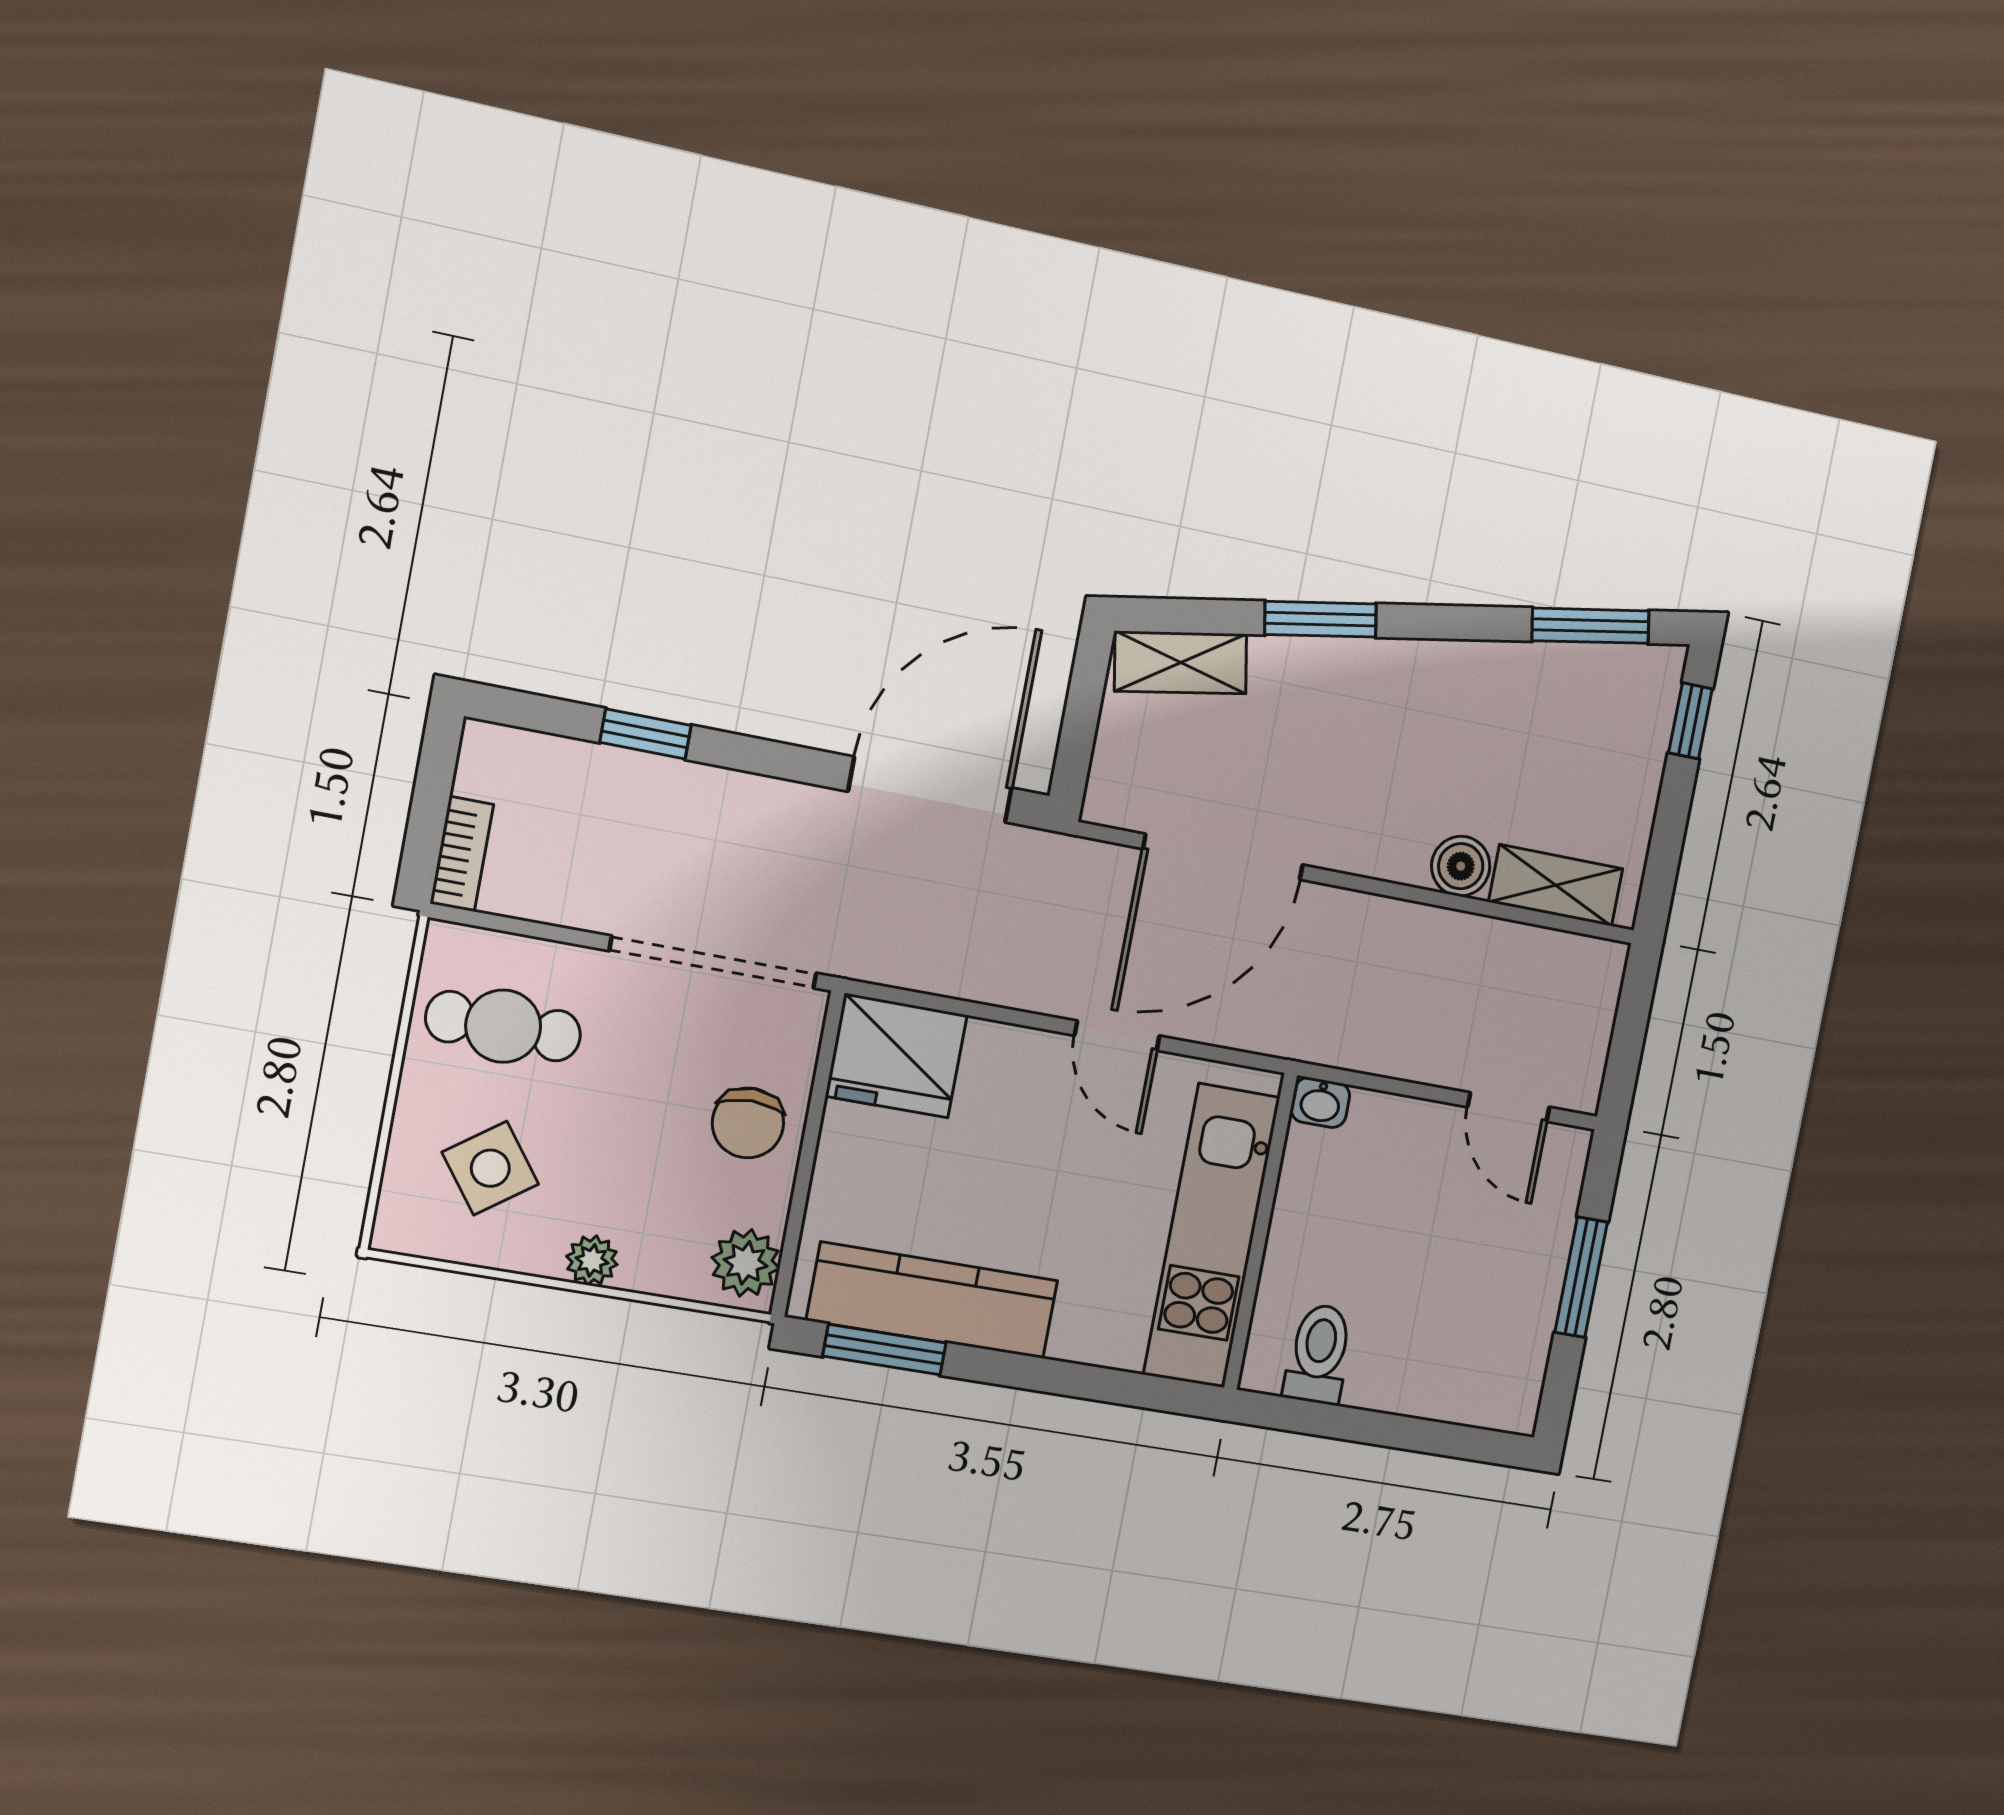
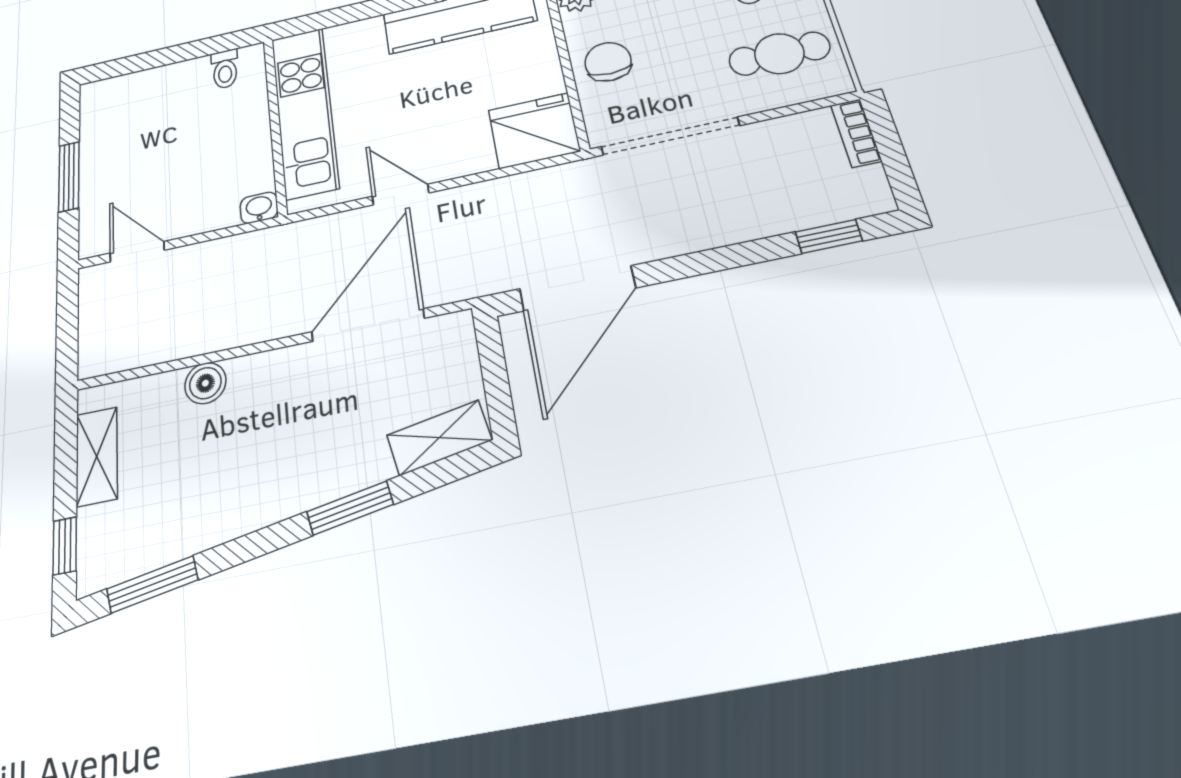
window: (645, 734) -> (829, 236), moved
shelving: (1556, 885) -> (97, 456), moved, turned 90
toilet: (1319, 1354) -> (225, 69), width x0.73, depth x0.72

